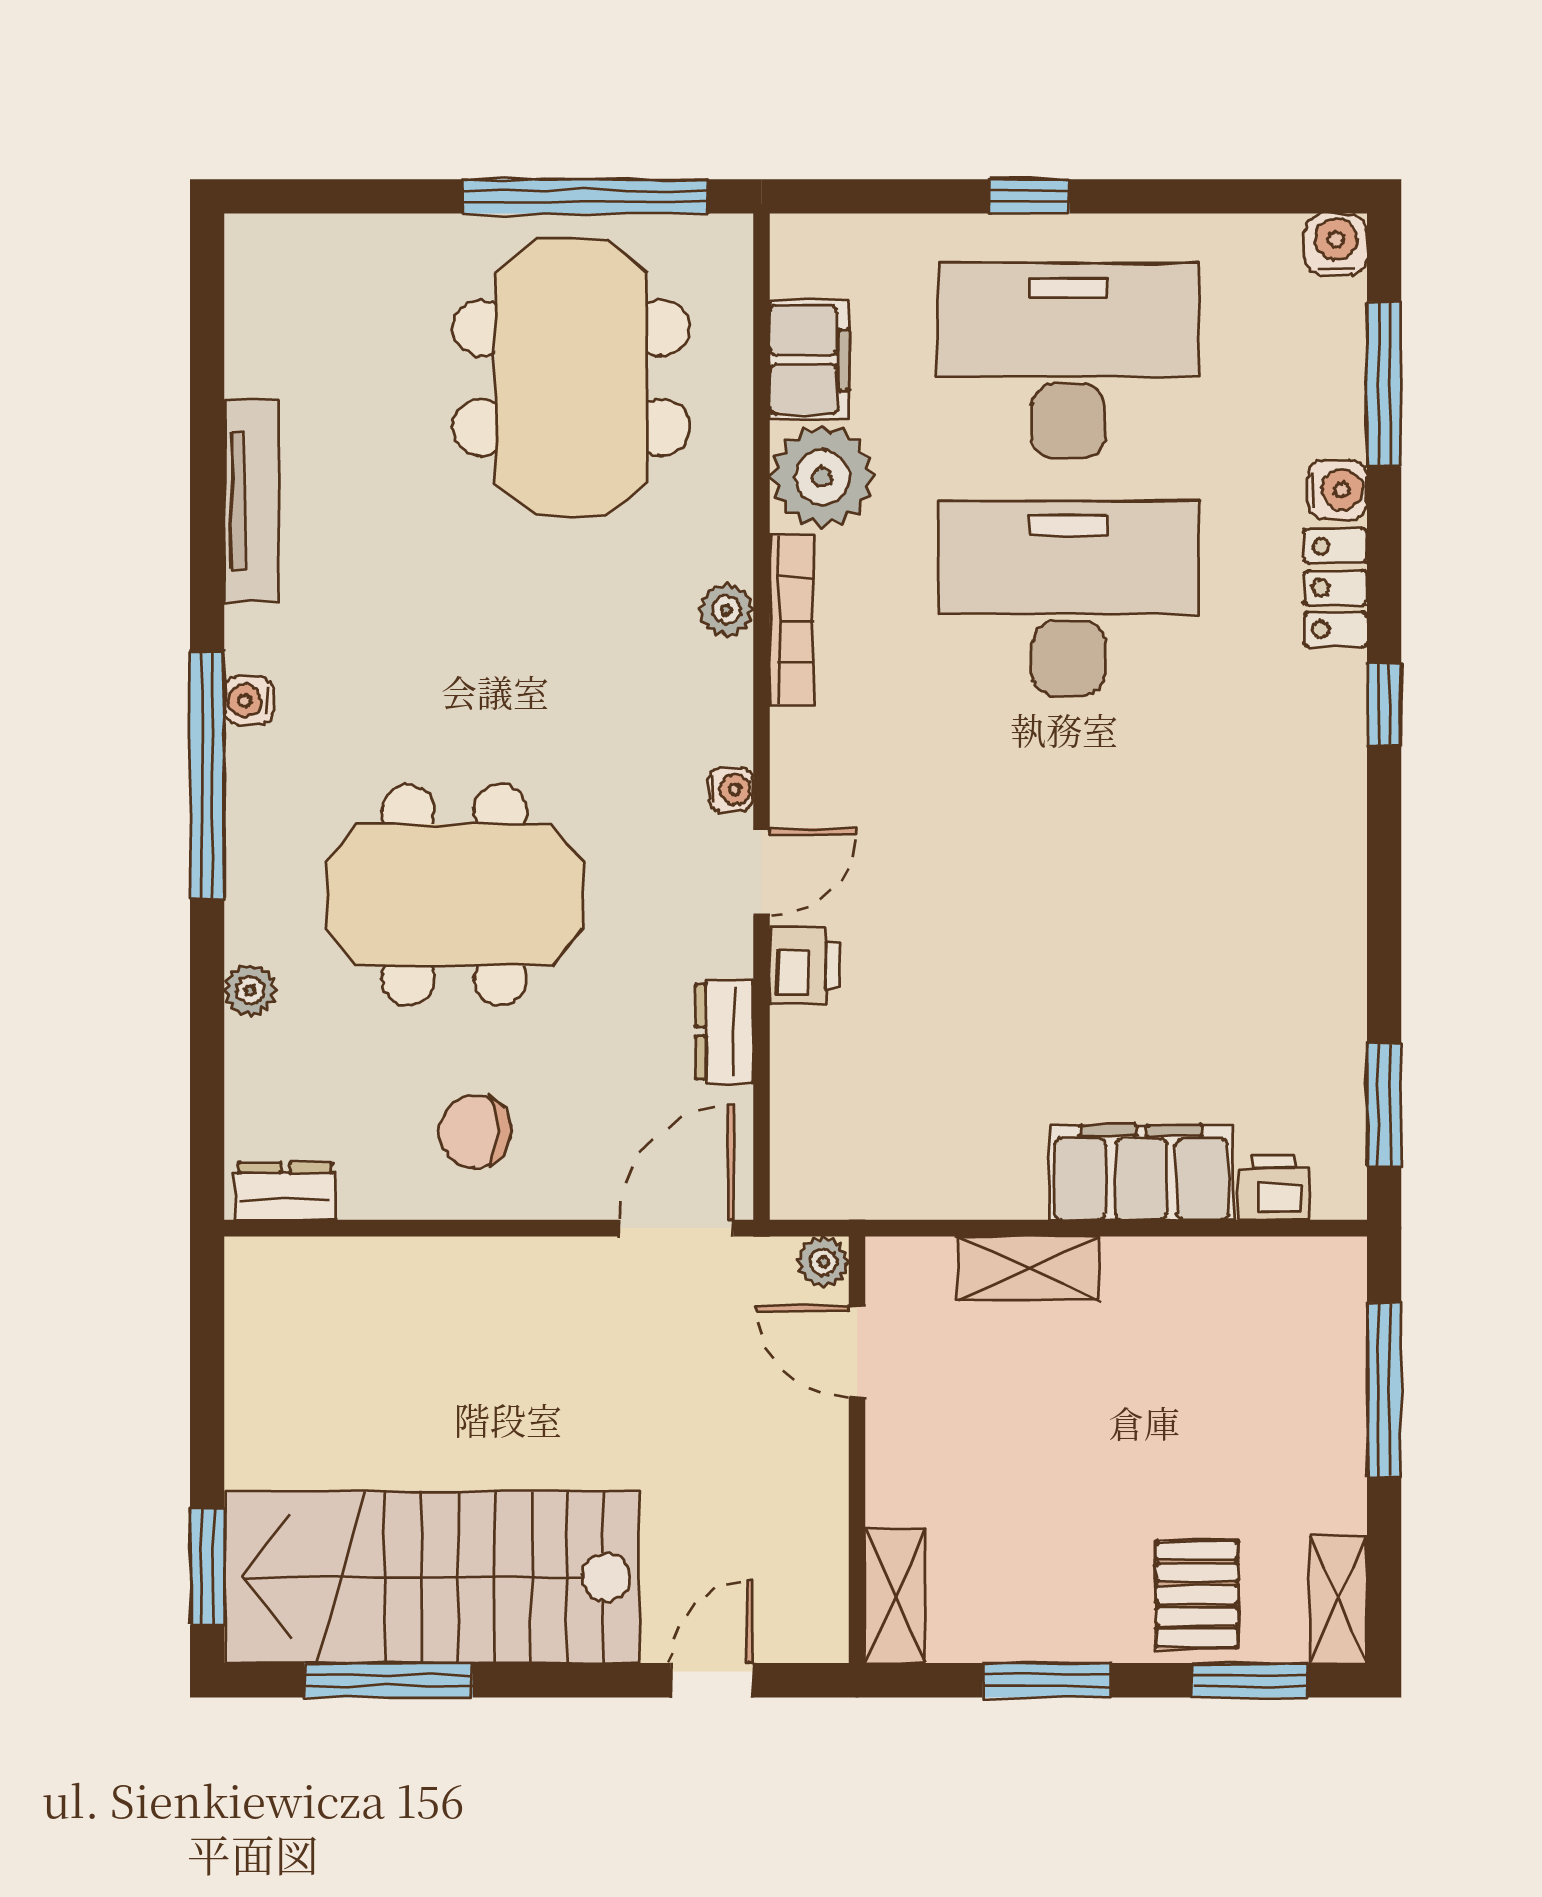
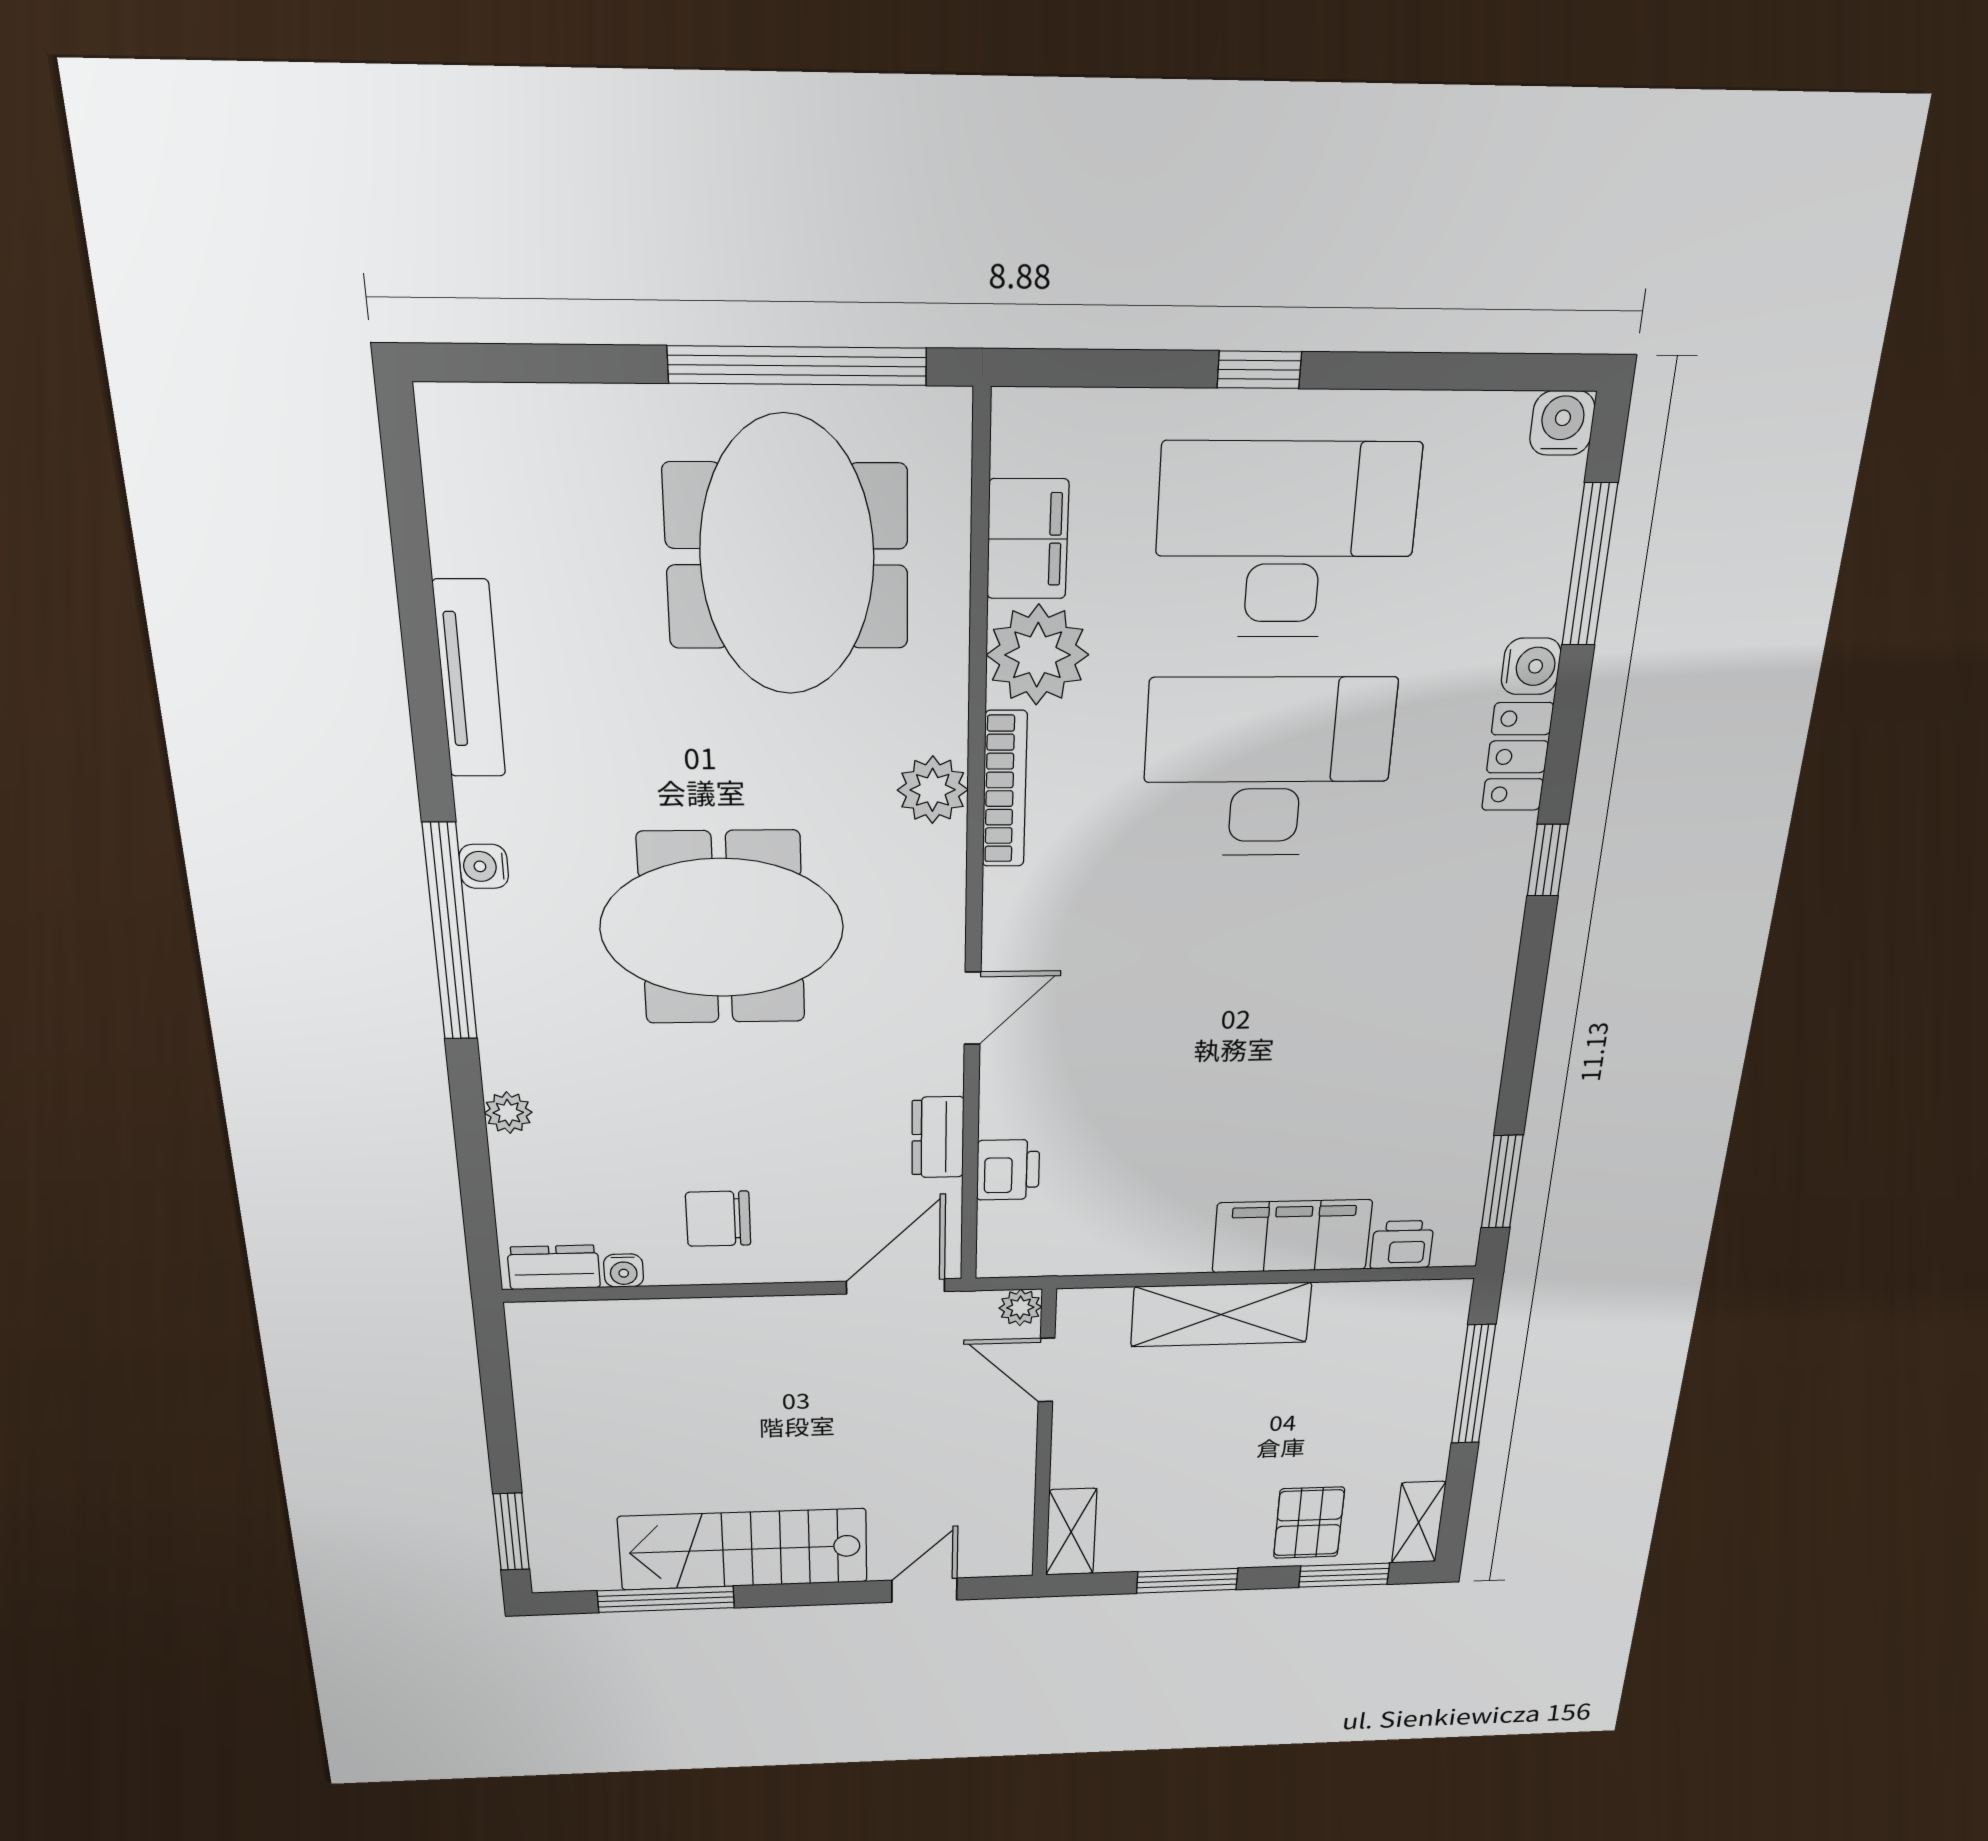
plant: (726, 610) -> (933, 790), width x1.38, depth x1.38
water cooler: (731, 789) -> (624, 1271), moved, turned 90
meeting table: (454, 895) -> (722, 928), moved
printer: (805, 965) -> (1008, 1170), moved
shelving: (1028, 1268) -> (1221, 1315), width x1.50, depth x1.33
stairs: (432, 1577) -> (744, 1549), width x0.73, depth x0.66

